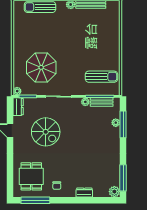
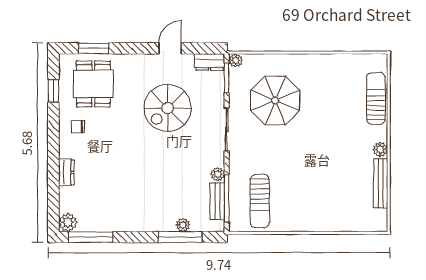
window: (10, 176) -> (94, 48), added
dining table: (31, 176) -> (93, 84), turned 90
window: (35, 200) -> (53, 91), width x0.46

